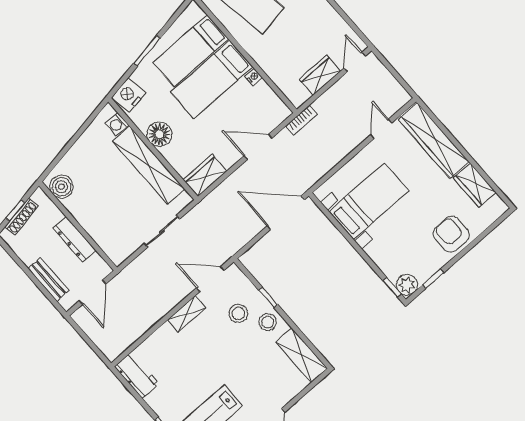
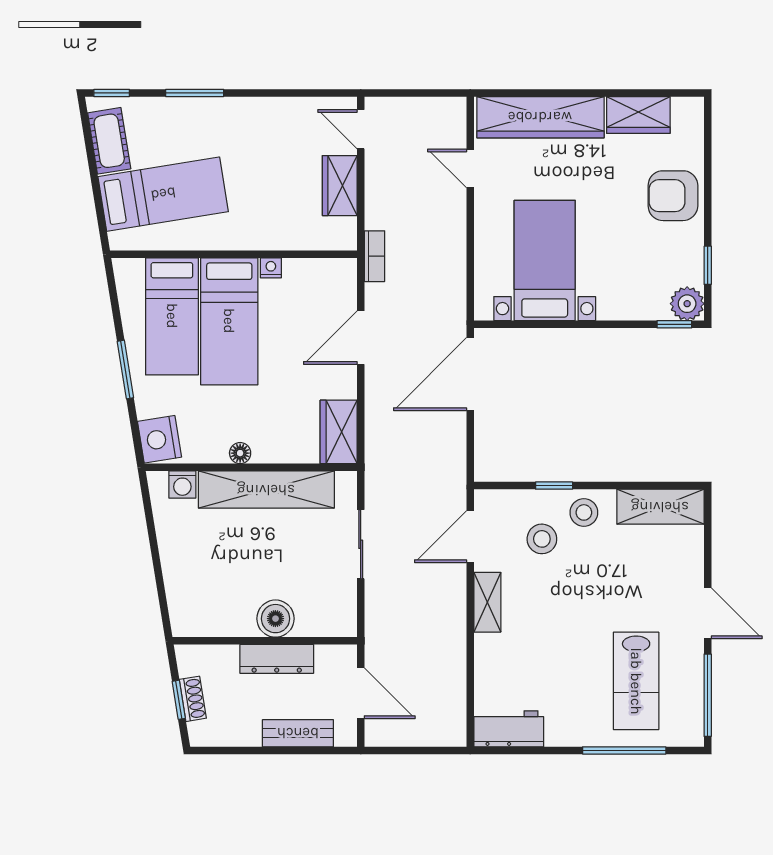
floor lamp: (159, 134) -> (240, 453), width x0.53, depth x0.53
boiler: (61, 187) -> (275, 619), moved
shoe rack: (22, 216) -> (193, 699), width x0.70

